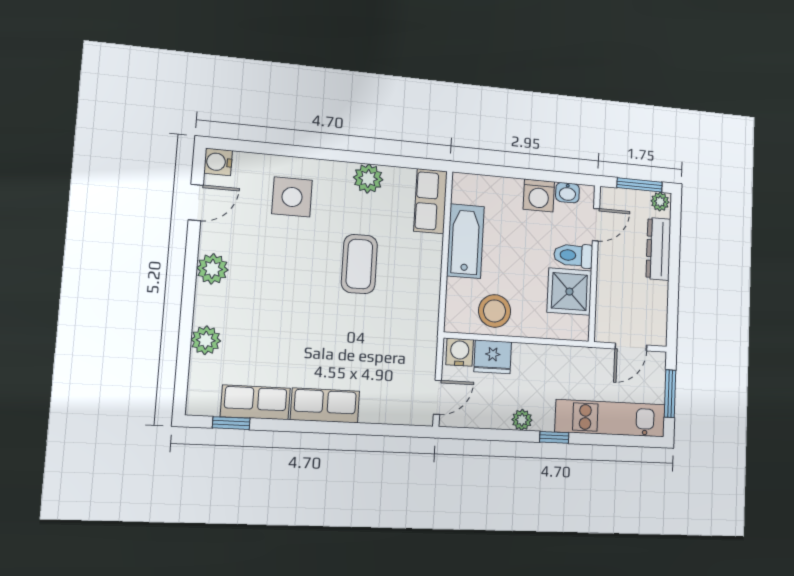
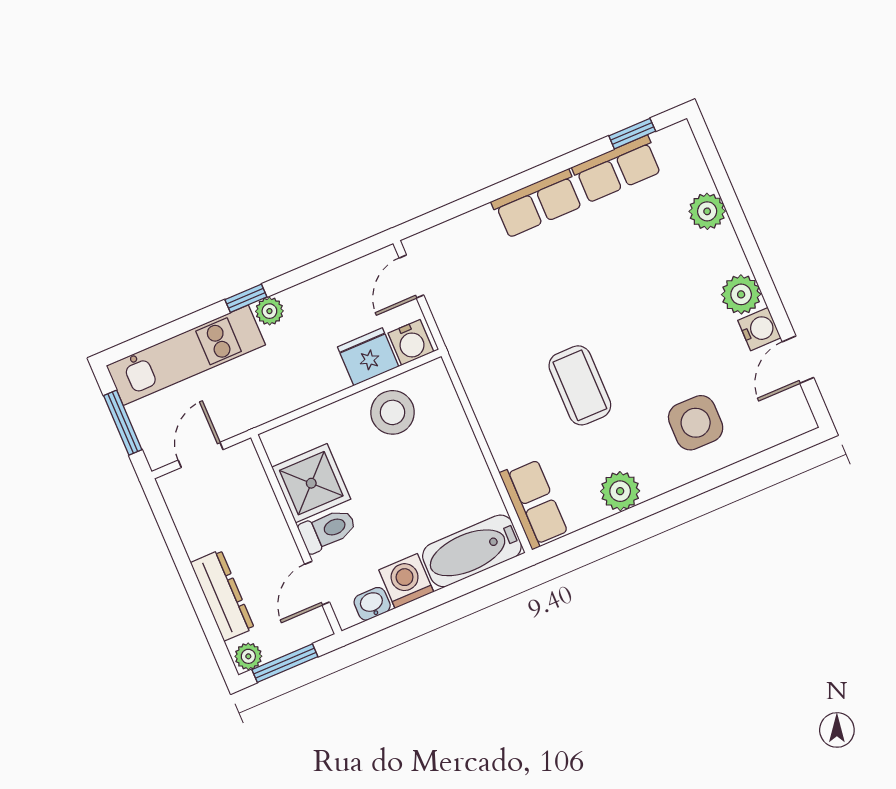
water cooler: (218, 162) -> (759, 329), moved
bathtub: (465, 241) -> (472, 551), moved, turned 90
plant: (522, 420) -> (269, 311), moved

